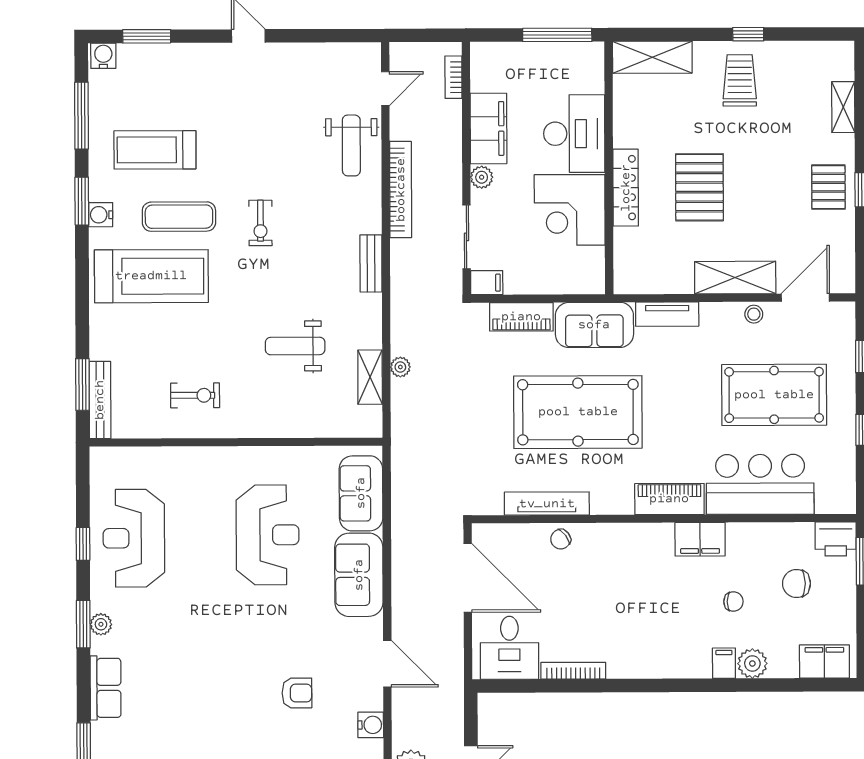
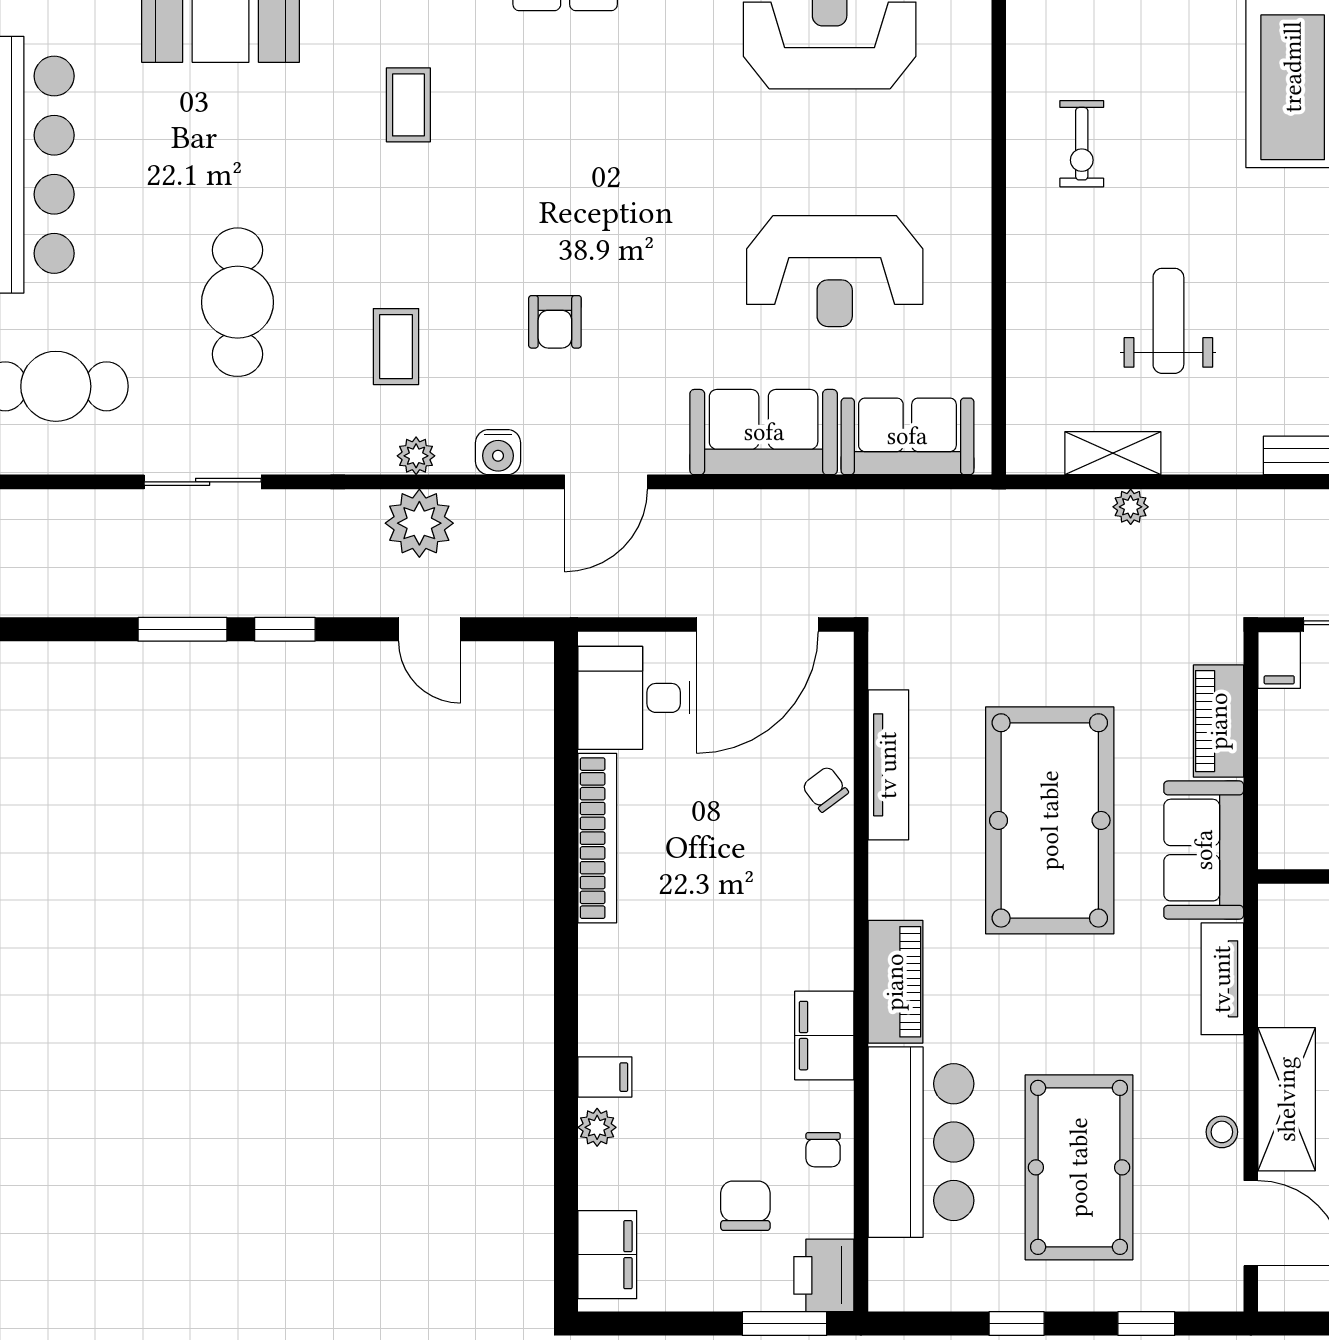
chair: (733, 602) -> (823, 1150), moved
plant: (752, 664) -> (597, 1127), width x0.73, depth x0.73
bookcase: (573, 671) -> (597, 838), width x1.48, depth x1.31

